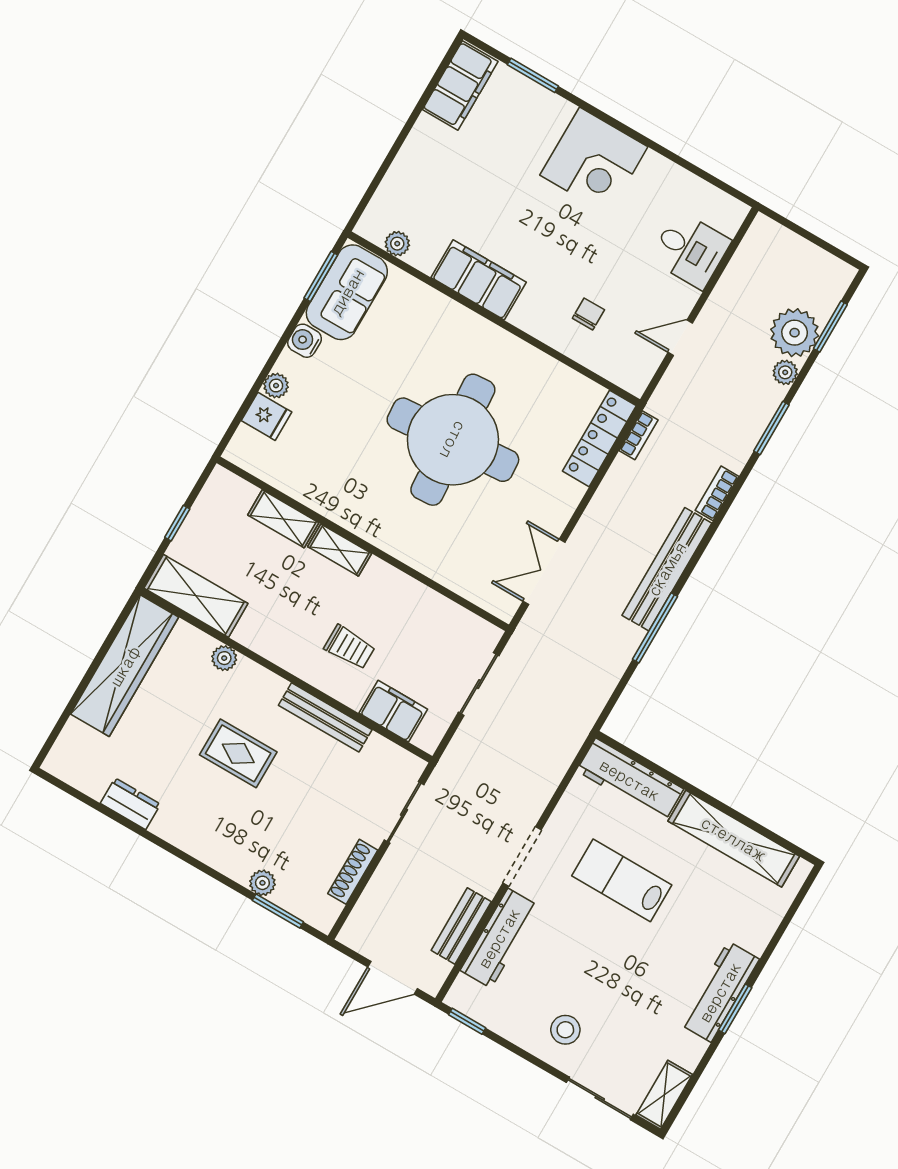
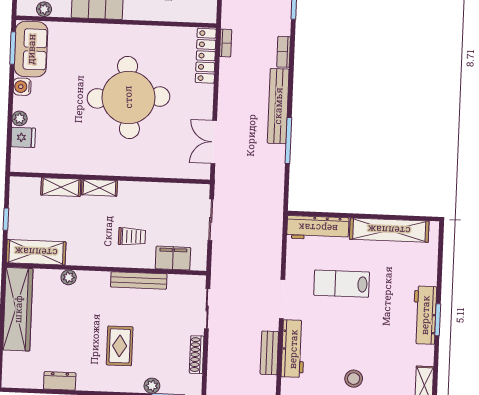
rug: (238, 753) -> (120, 346), moved, turned 90

